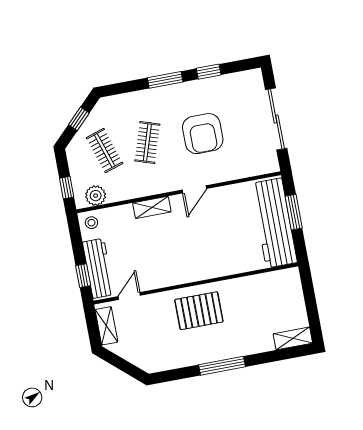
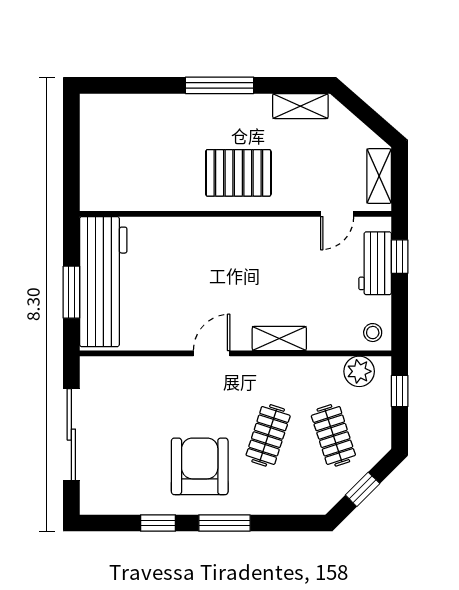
armchair: (203, 134) -> (200, 466), moved
workbench: (98, 268) -> (375, 263), width x0.73
shelving: (293, 338) -> (300, 106), moved

